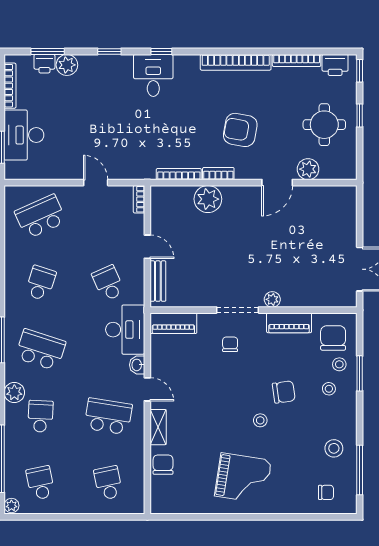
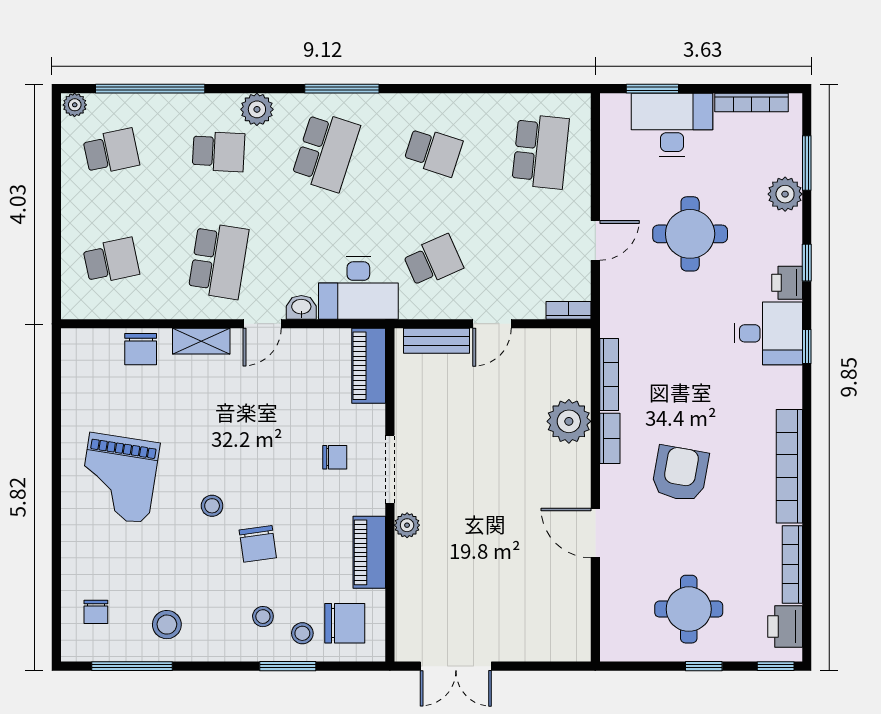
printer: (44, 64) -> (787, 283), moved
round table: (92, 124) -> (690, 234), added
plant: (308, 169) -> (617, 583), removed
school desk: (40, 217) -> (541, 152), turned 30
chair: (163, 465) -> (141, 349), turned 90

